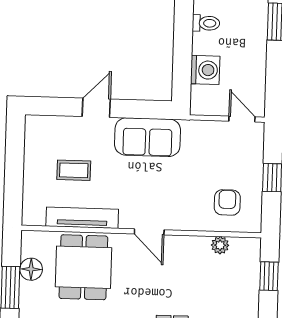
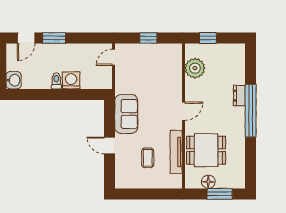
washing machine: (205, 70) -> (71, 80), moved
armchair: (227, 202) -> (164, 65), removed
plant: (220, 245) -> (195, 68), width x1.88, depth x1.88

